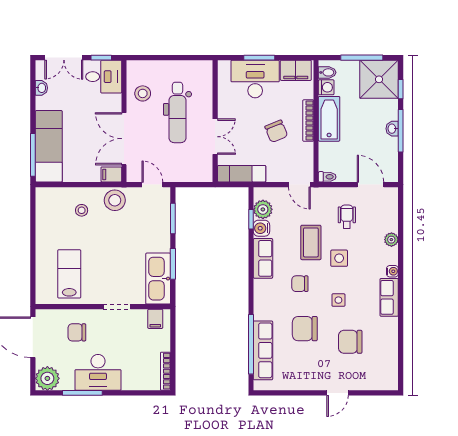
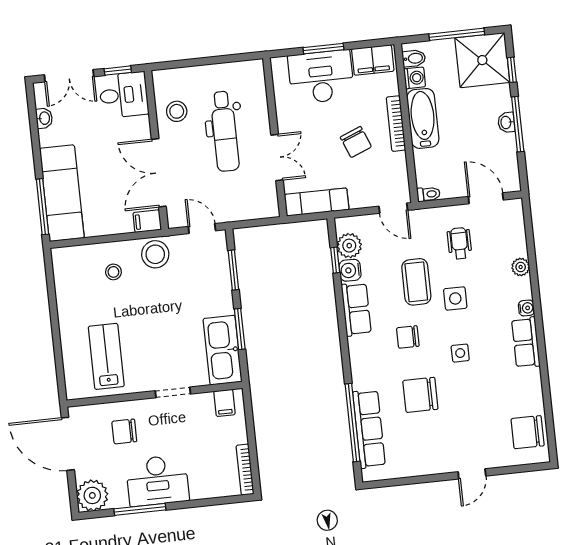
chair: (350, 342) -> (528, 432), moved

